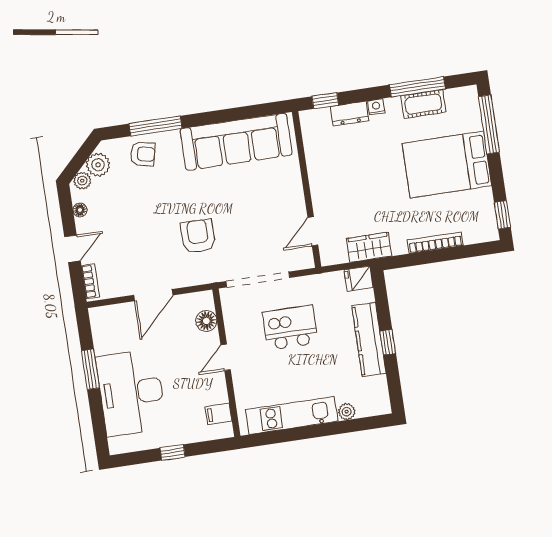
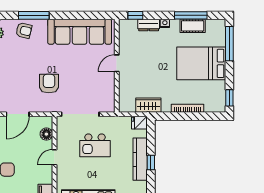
door: (313, 231) -> (117, 63), moved
kitchen island: (290, 328) -> (95, 145), turned 180

